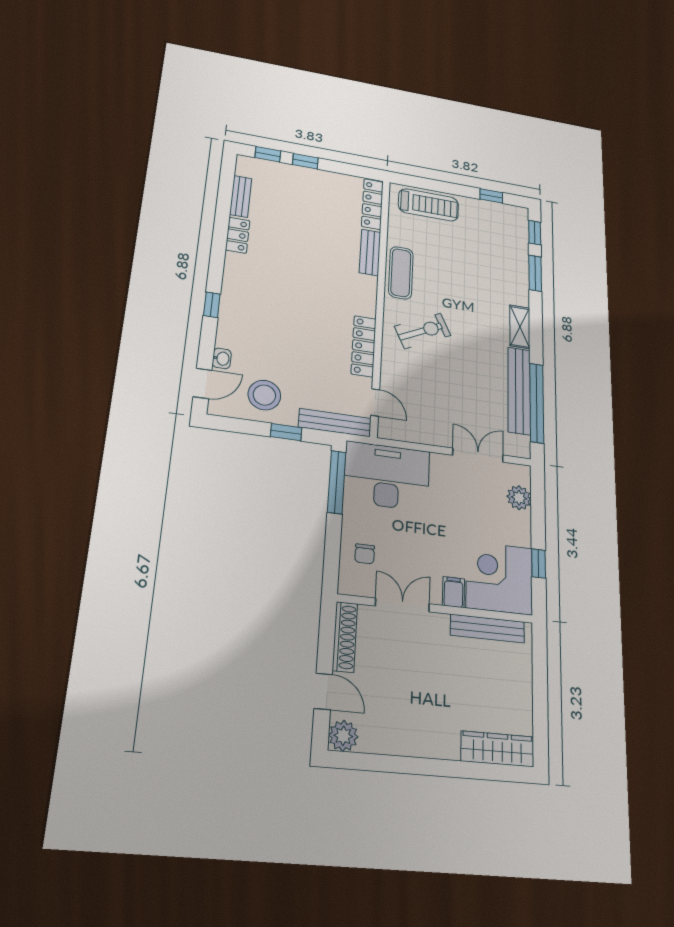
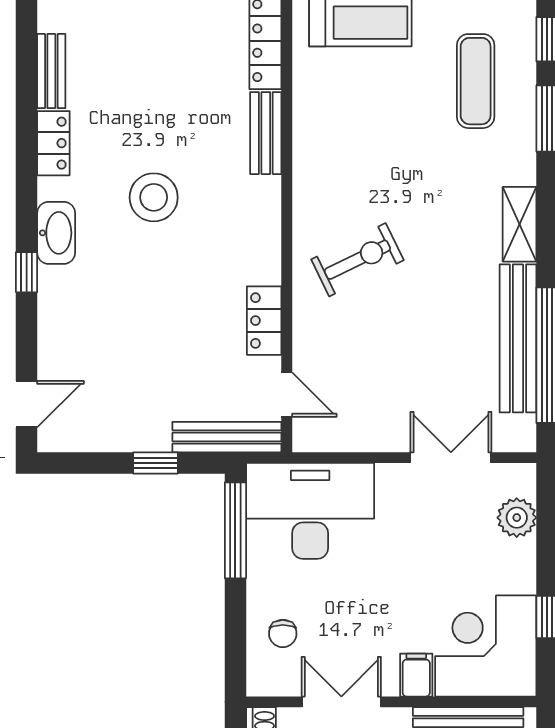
exercise mat: (401, 273) -> (476, 81), moved
locker: (364, 346) -> (264, 321), width x0.66
washbasin: (222, 358) -> (56, 233), moved, width x1.91, depth x1.45
stool: (264, 395) -> (154, 197), moved

